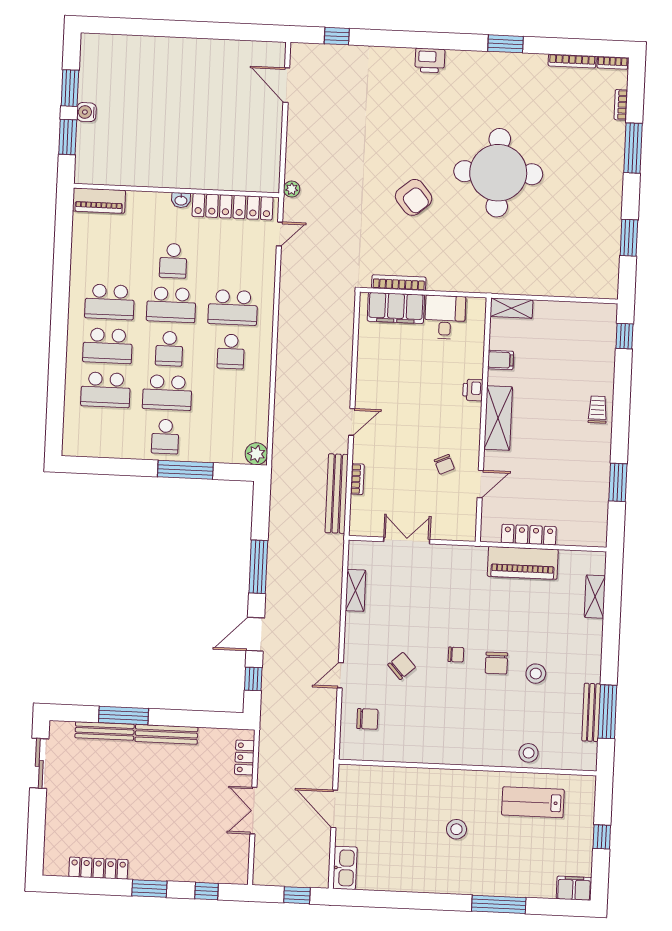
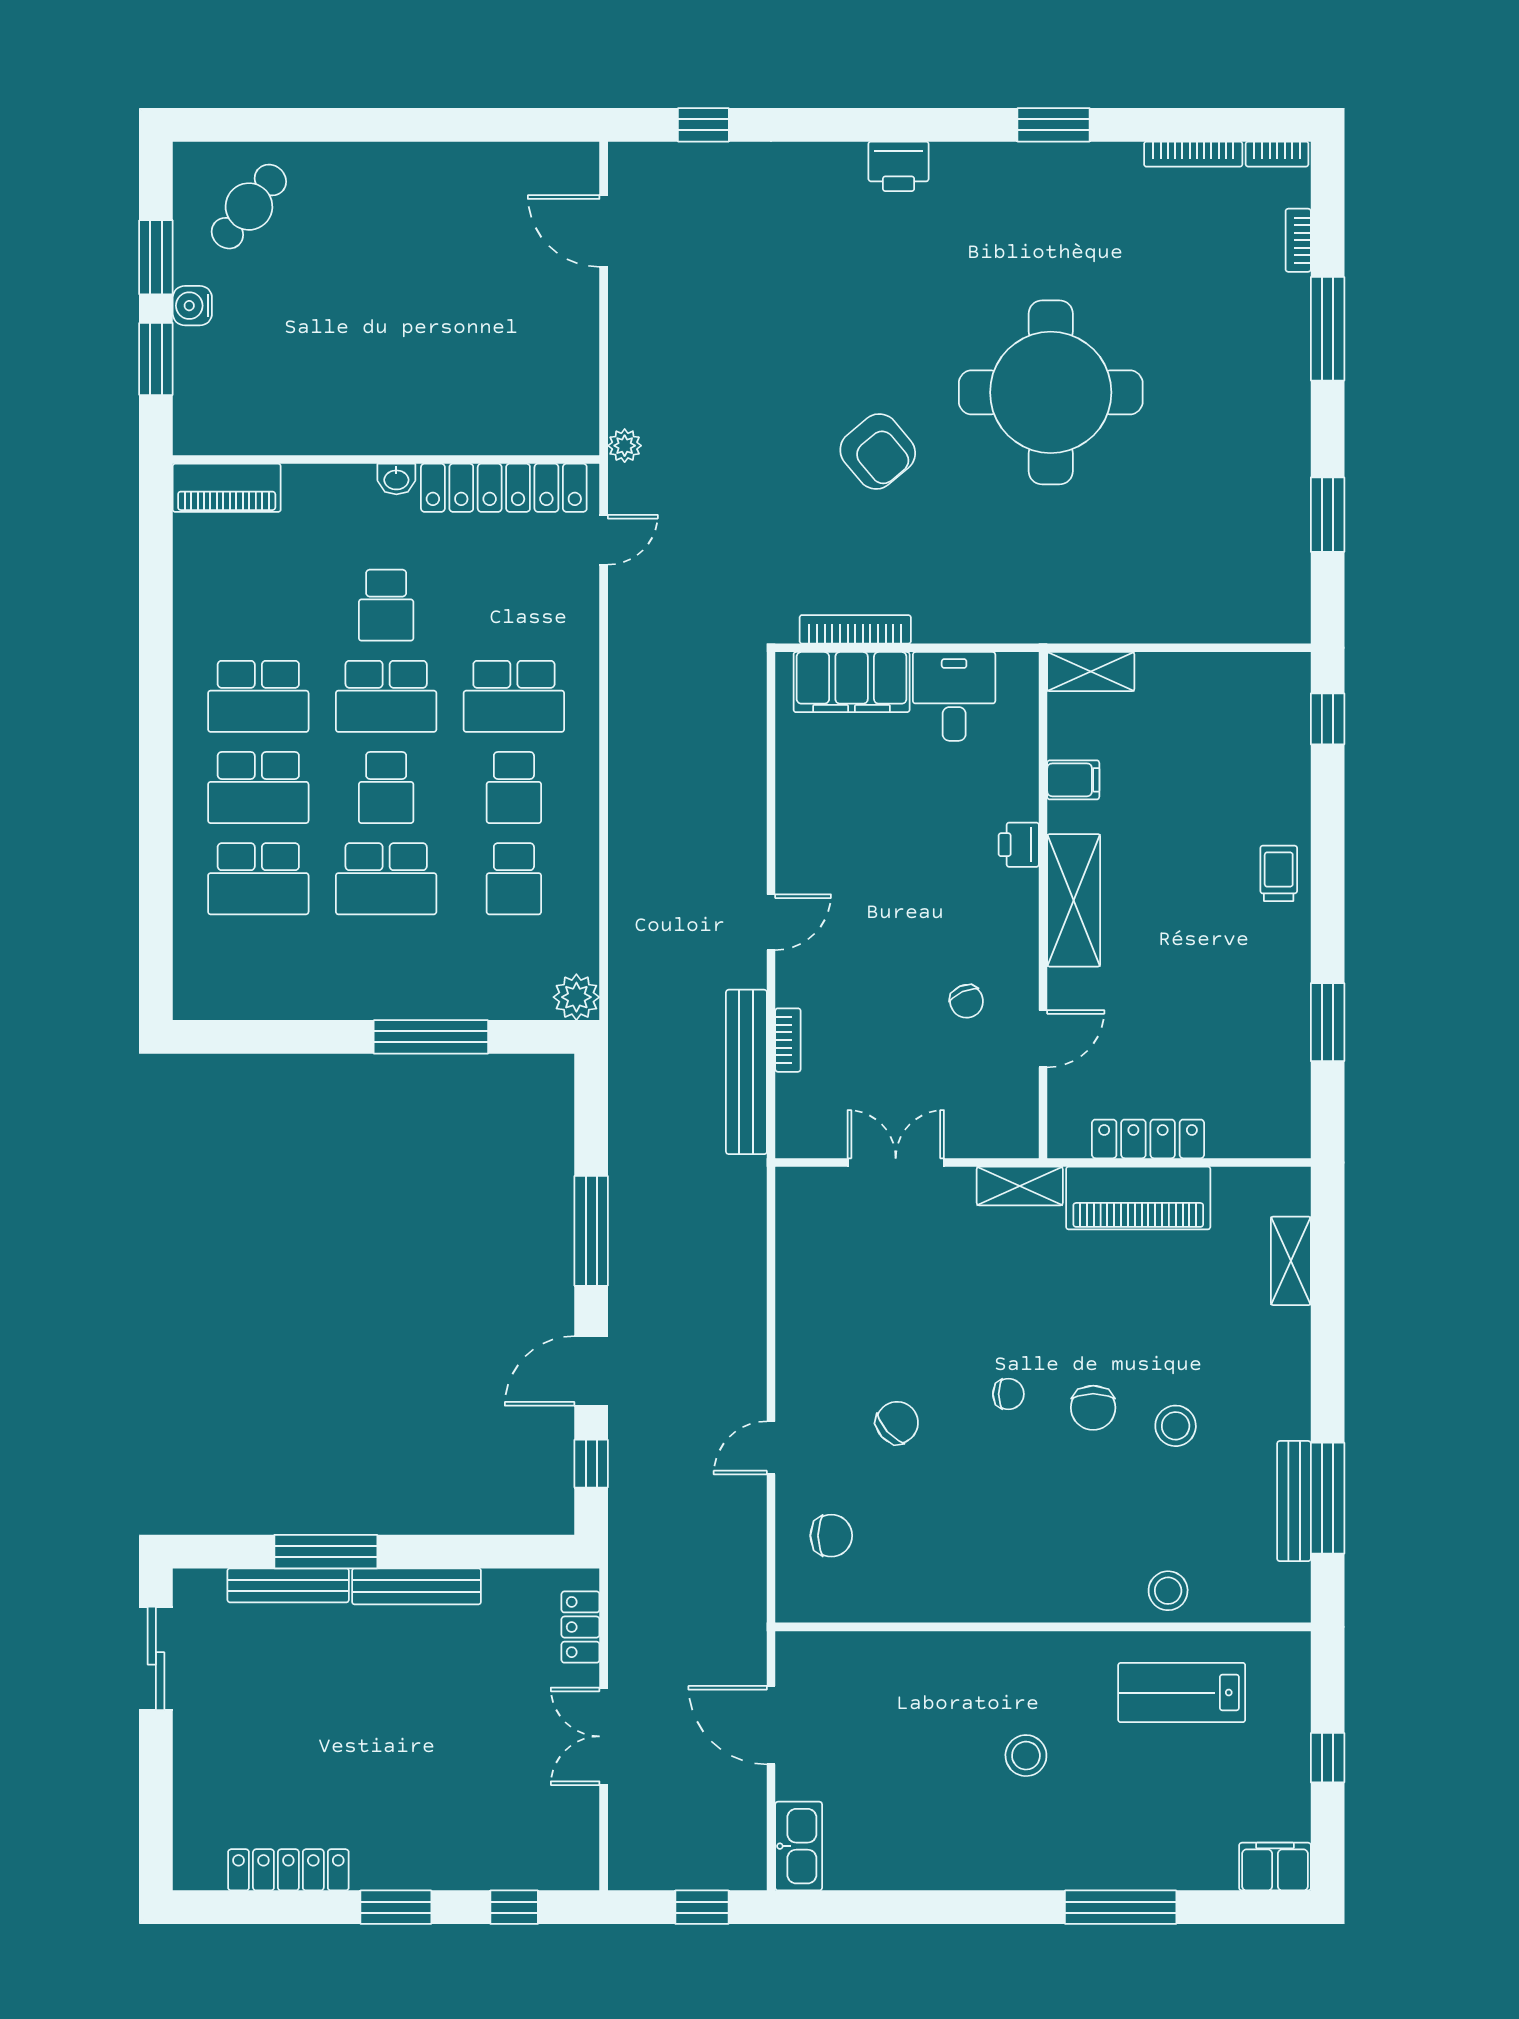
cafe table: (116, 66) -> (249, 207), added
school desk: (165, 437) -> (514, 879), moved
shelving: (356, 590) -> (1020, 1186), moved, turned 90

